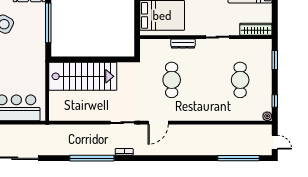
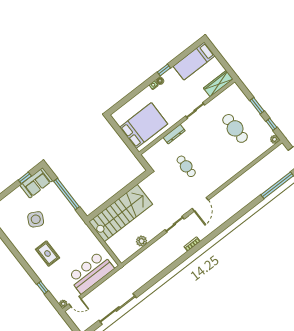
window: (275, 60) -> (257, 106), moved
cafe table: (172, 80) -> (186, 166), width x0.73, depth x0.74
plant: (82, 115) -> (142, 241), added
window: (92, 158) -> (173, 266), removed

